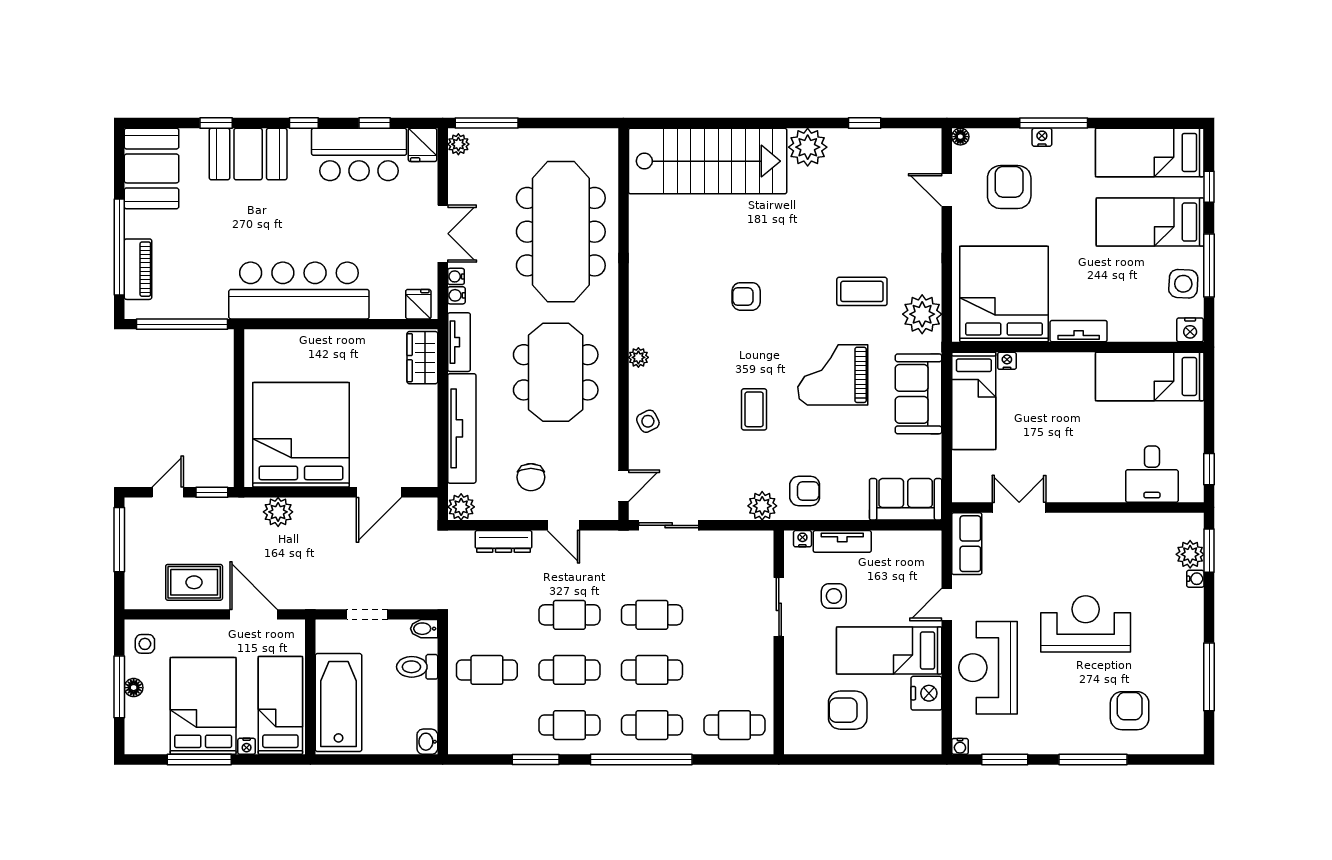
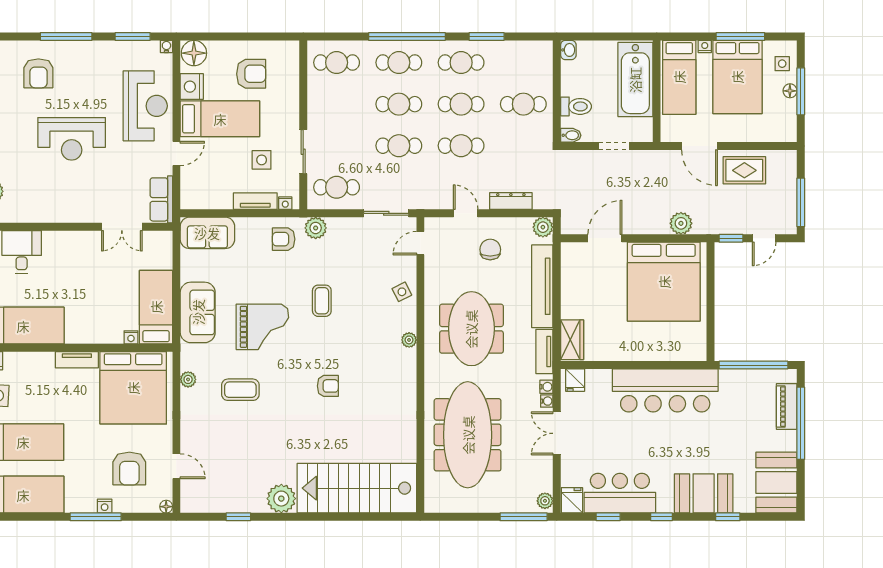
plant: (922, 314) -> (188, 379), width x0.53, depth x0.53
cafe table: (734, 560) -> (337, 187), added
side table: (145, 644) -> (782, 64), moved
floor lamp: (923, 738) -> (194, 53), added

